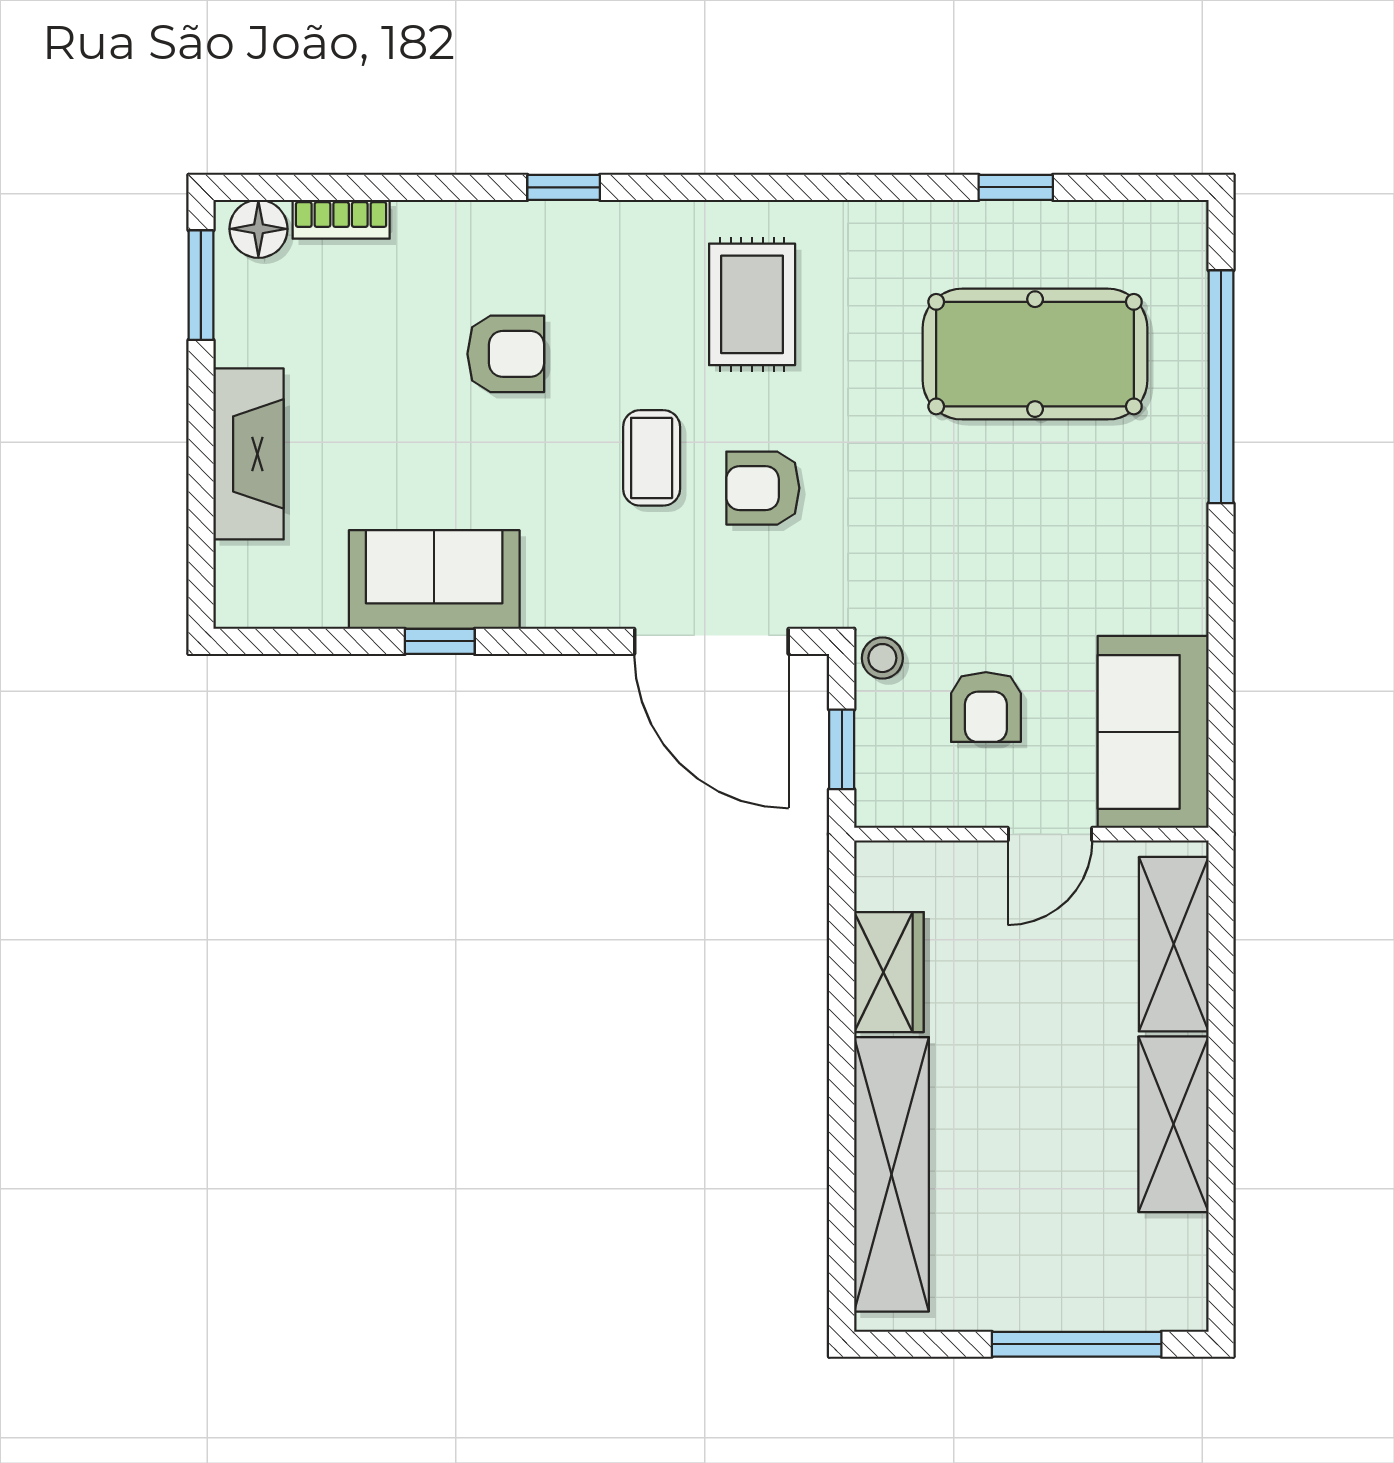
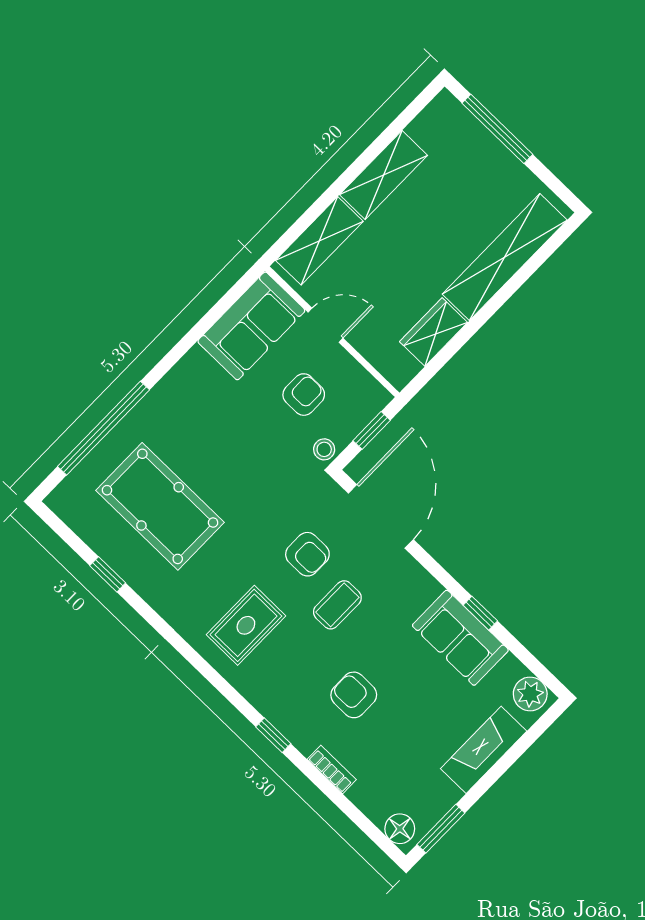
bookcase: (341, 219) -> (332, 769), moved
plant: (259, 596) -> (530, 694), added

